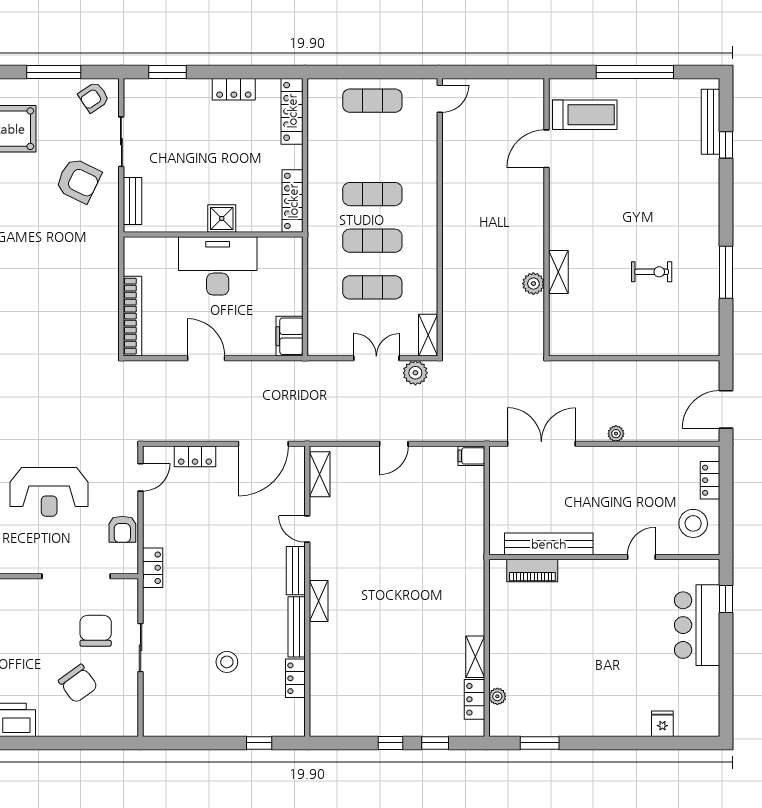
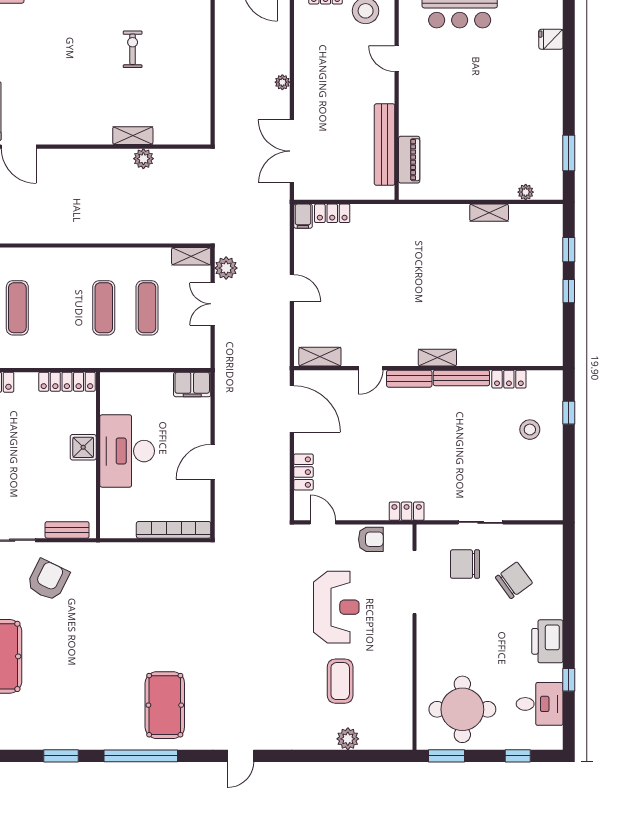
exercise mat: (372, 194) -> (17, 308), moved
stool: (227, 662) -> (530, 430), moved
locker: (474, 699) -> (332, 213), moved

